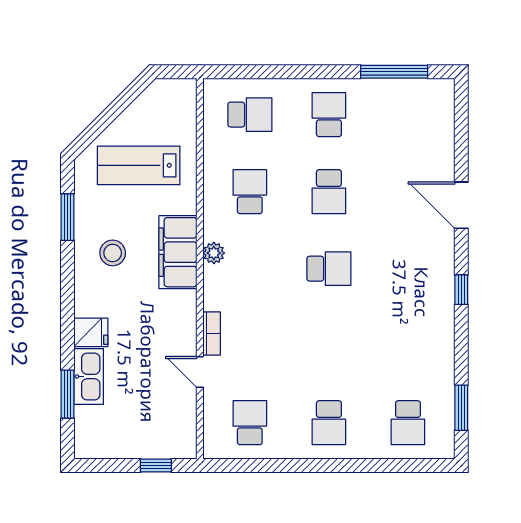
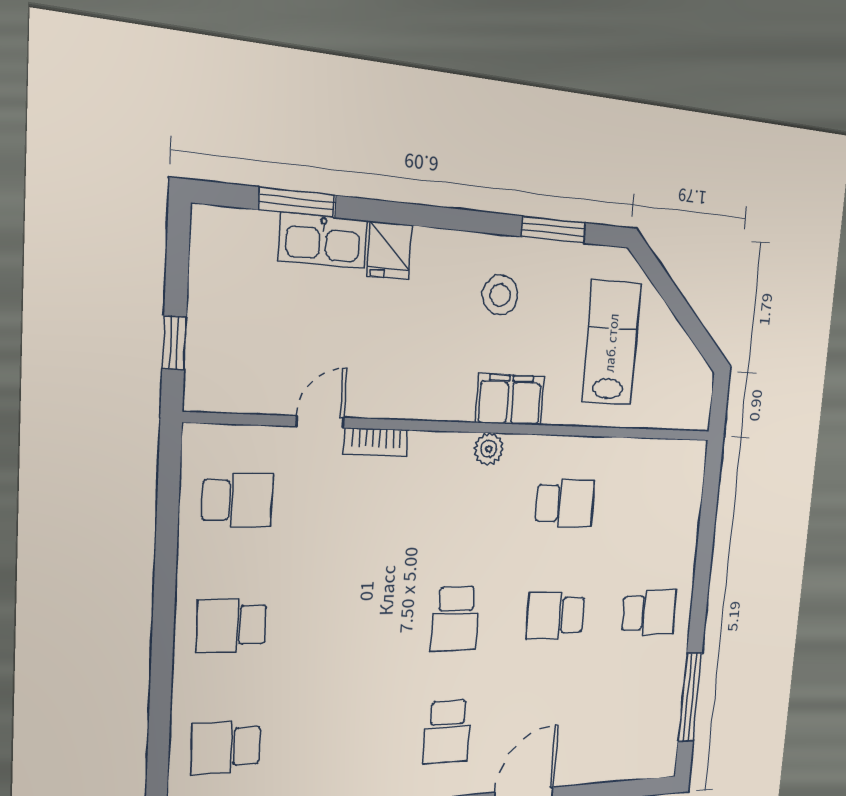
school desk: (250, 115) -> (447, 732), moved
filing cabinet: (178, 252) -> (510, 400), width x0.67, depth x0.86

